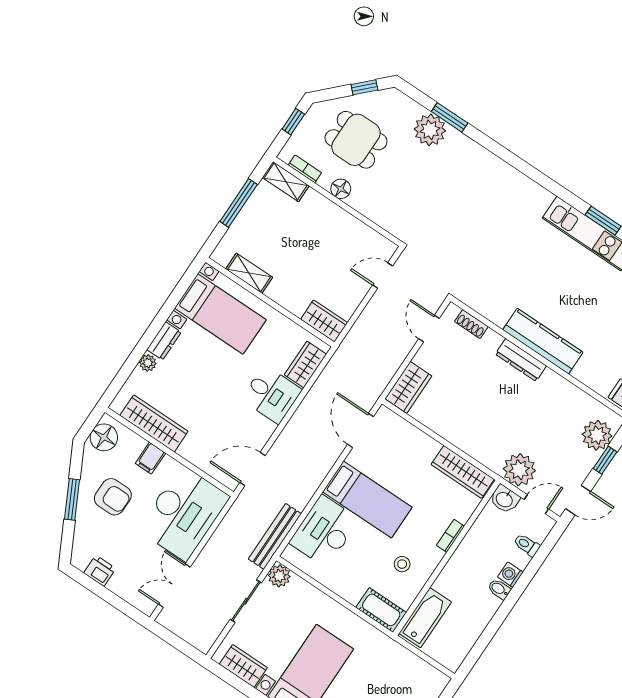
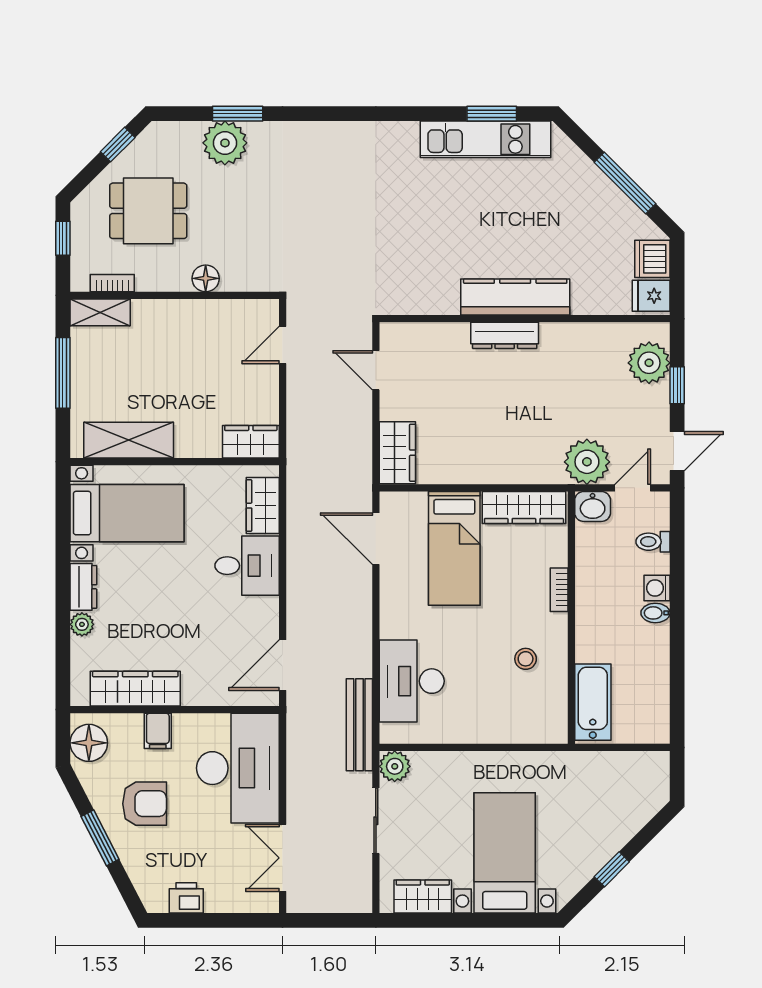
floor lamp: (341, 189) -> (206, 278), moved
shelving: (249, 273) -> (129, 440), width x1.50, depth x1.33
shoe rack: (471, 324) -> (421, 332), removed
bed: (367, 499) -> (454, 548), moved, turned 90
cot: (381, 610) -> (537, 727), removed

